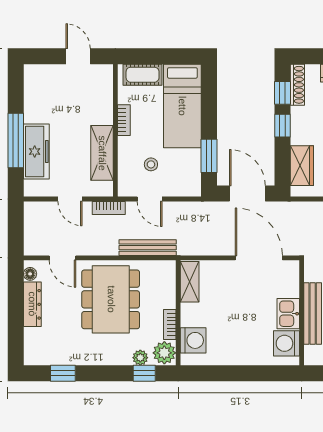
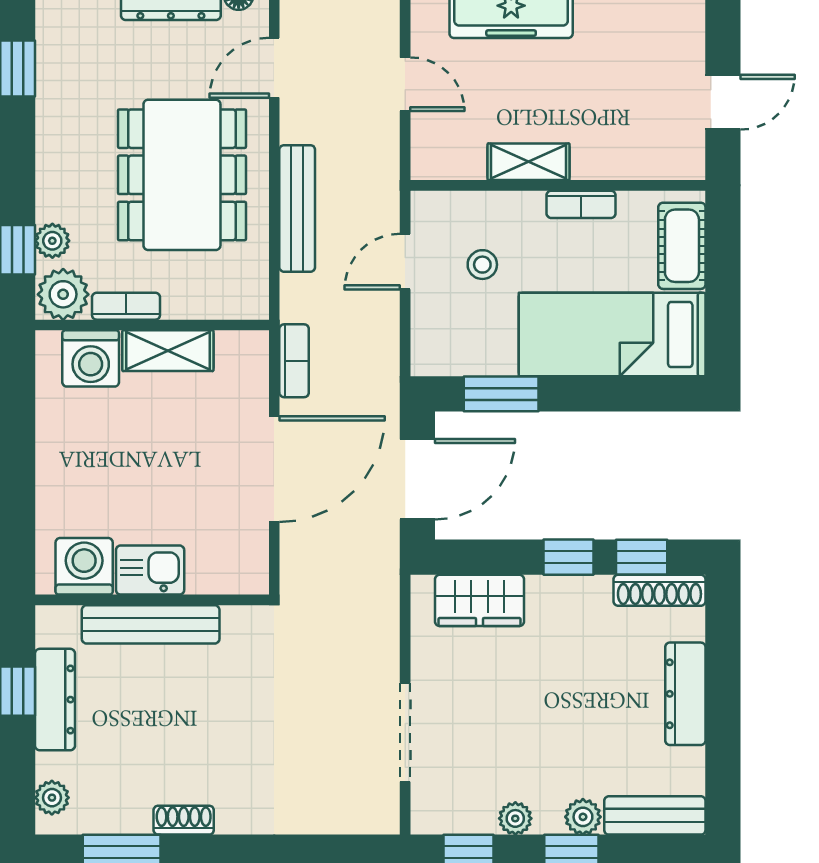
shelving: (102, 153) -> (529, 162), width x0.67, depth x0.75
door: (70, 199) -> (405, 84), swing flipped
bookcase: (109, 208) -> (294, 361), moved, turned 180
bench: (148, 248) -> (297, 208), moved
door: (259, 258) -> (274, 469), moved
shelving: (190, 282) -> (168, 351), moved
dining table: (111, 299) -> (182, 175), turned 90

